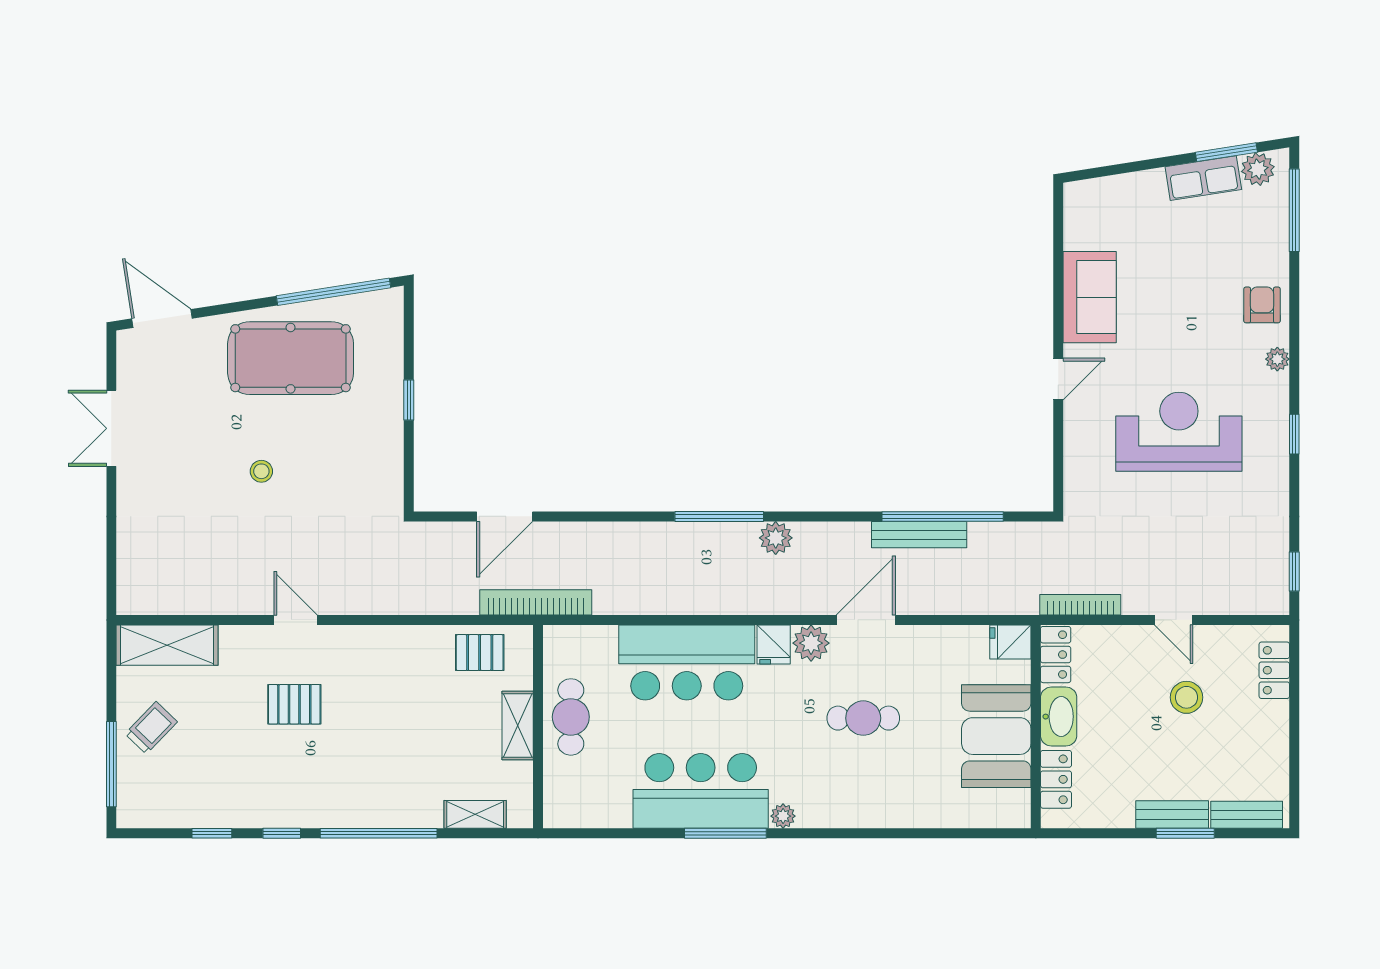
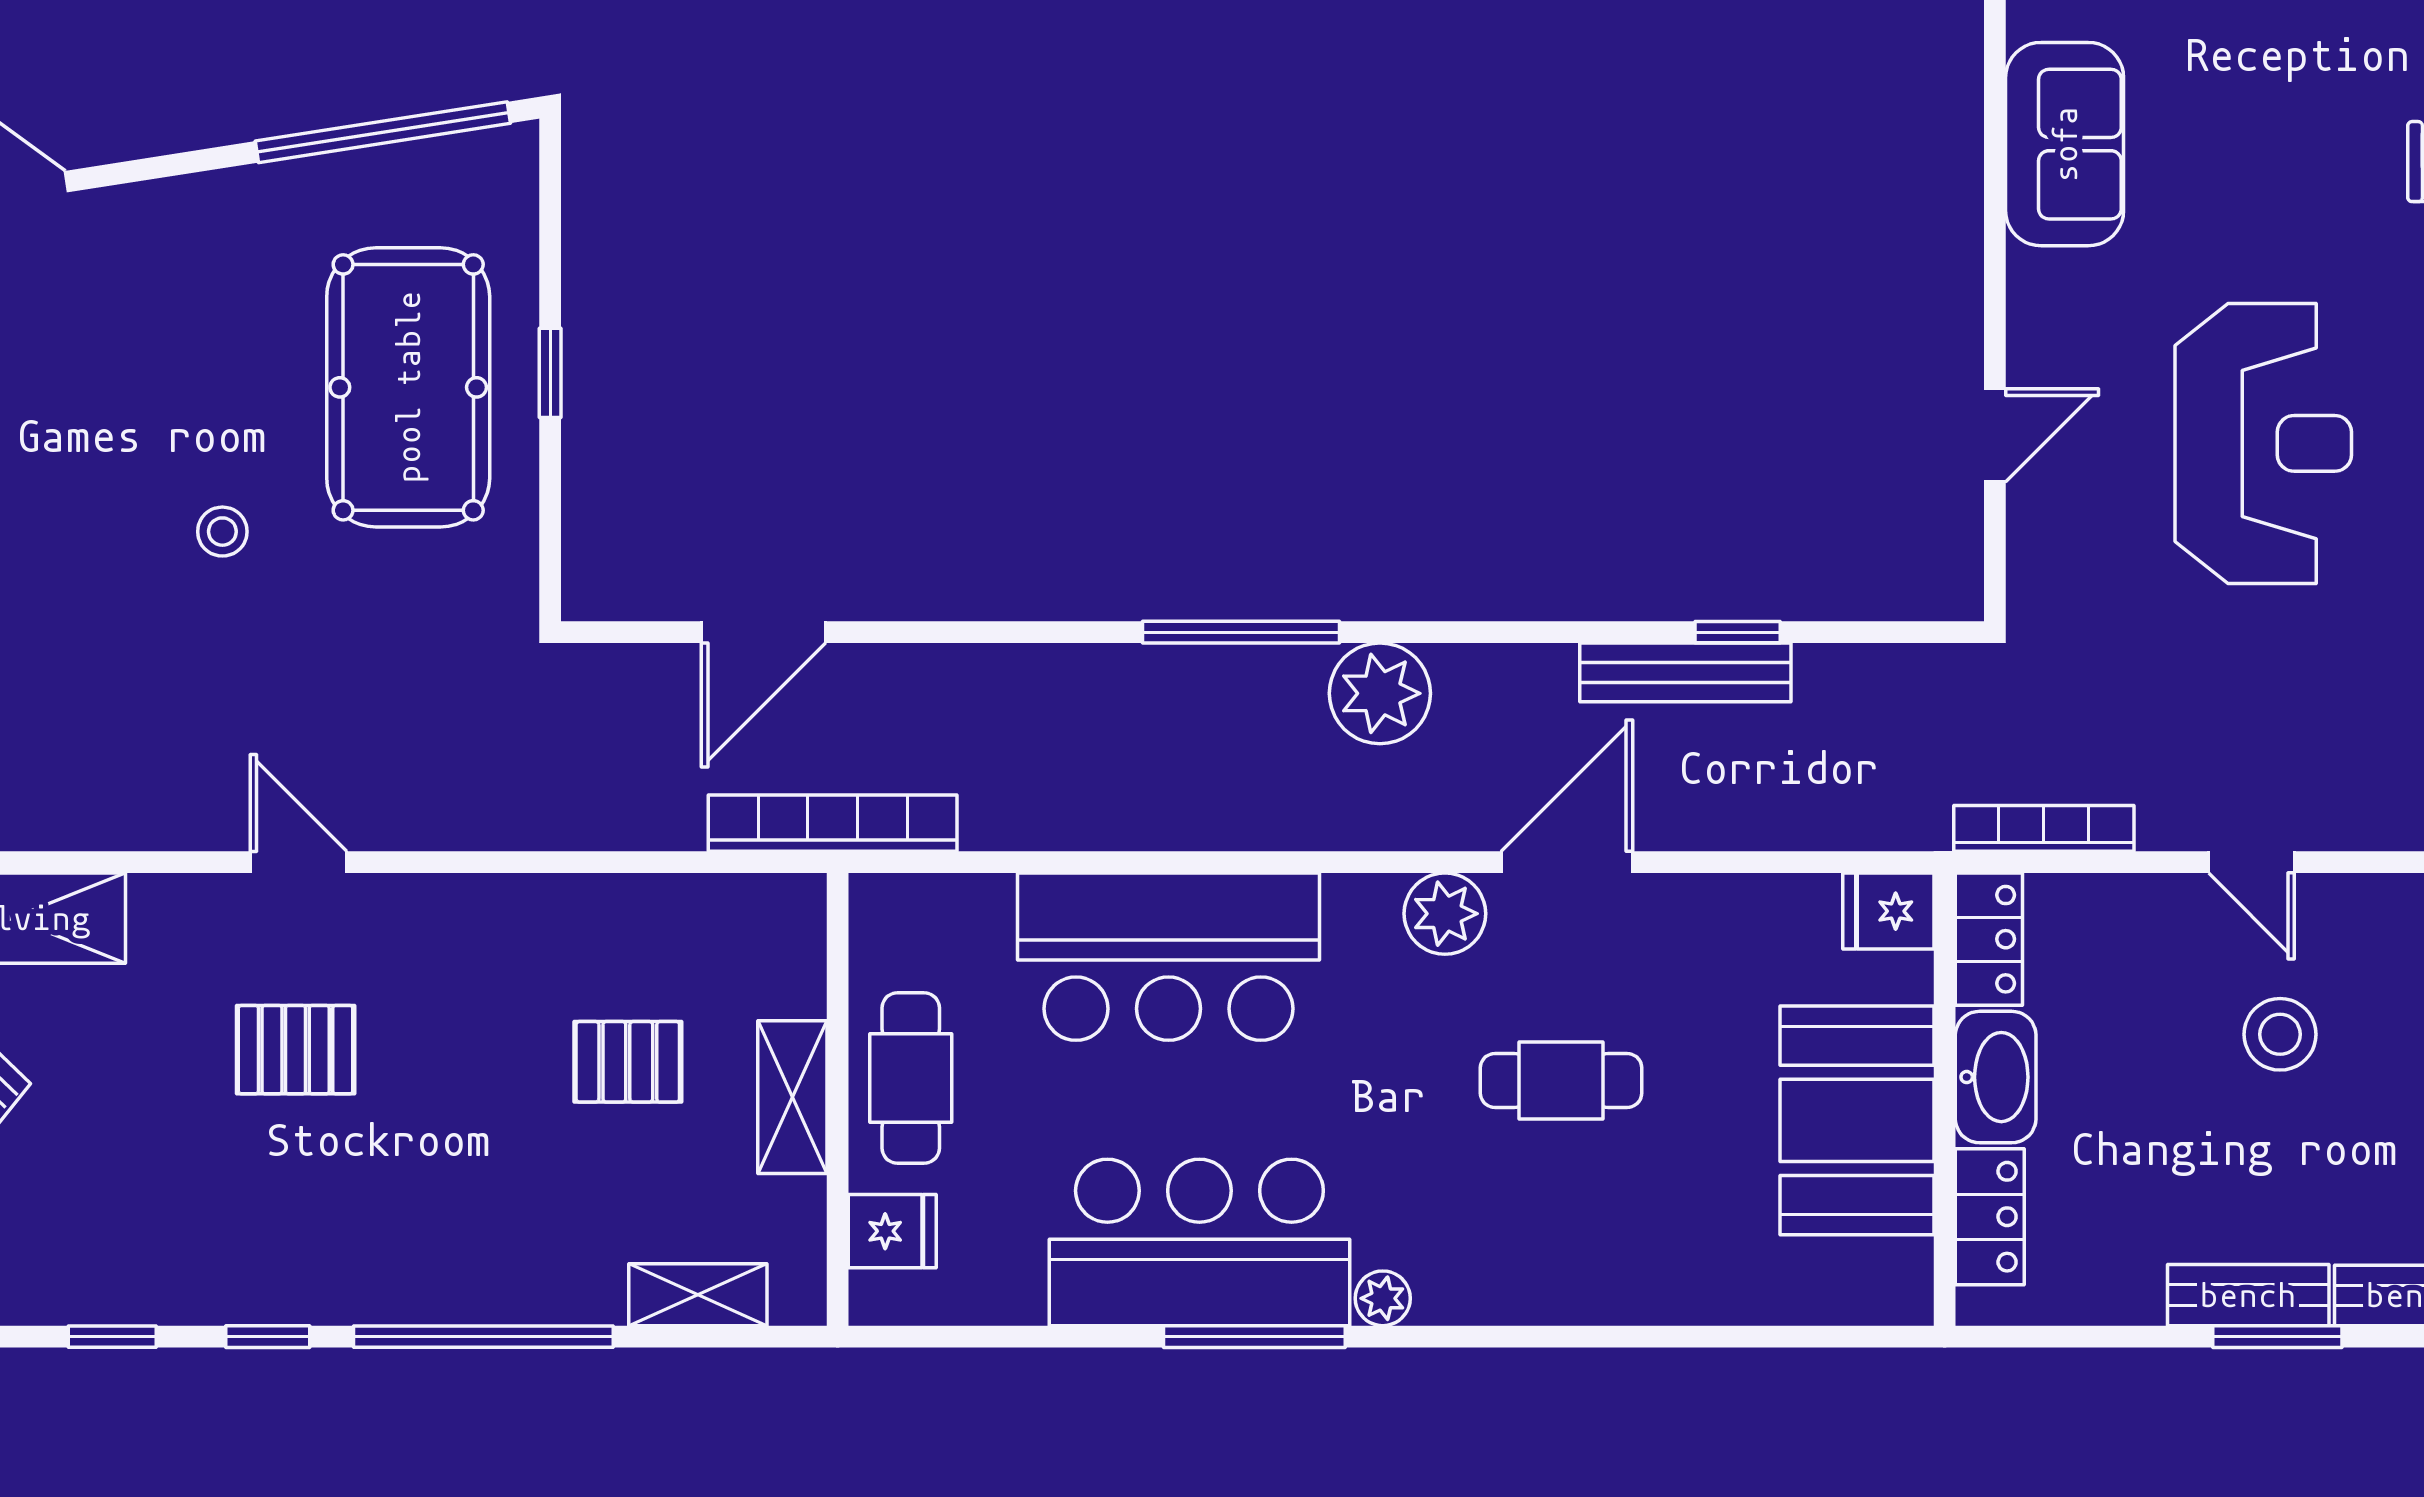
pool table: (291, 358) -> (408, 387), moved, turned 90
door: (1058, 379) -> (1995, 435), moved
reception desk: (1179, 432) -> (2263, 443), turned 90
window: (943, 516) -> (1738, 632), width x0.32
plant: (776, 538) -> (1380, 693), width x1.36, depth x1.36
fridge: (774, 644) -> (892, 1231), moved, turned -90
pallet: (480, 653) -> (628, 1062), moved

